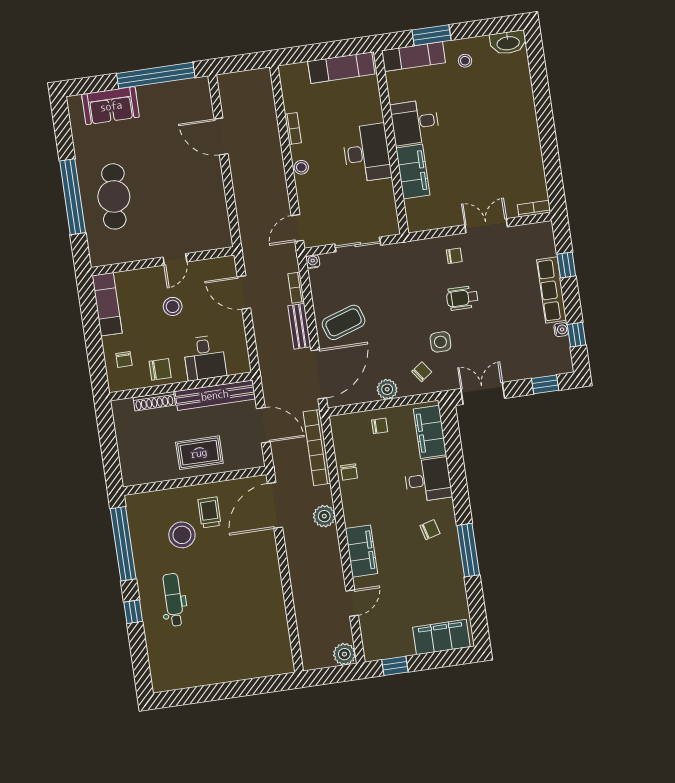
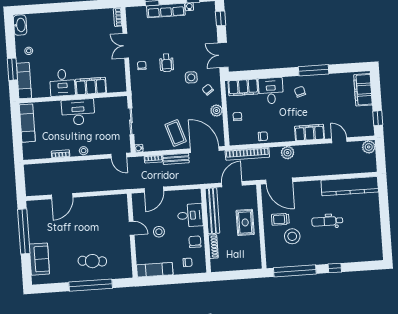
cafe table: (114, 196) -> (92, 261), width x0.73, depth x0.74
dental chair: (173, 600) -> (327, 221), moved
kitchen counter: (275, 627) -> (350, 186), added

